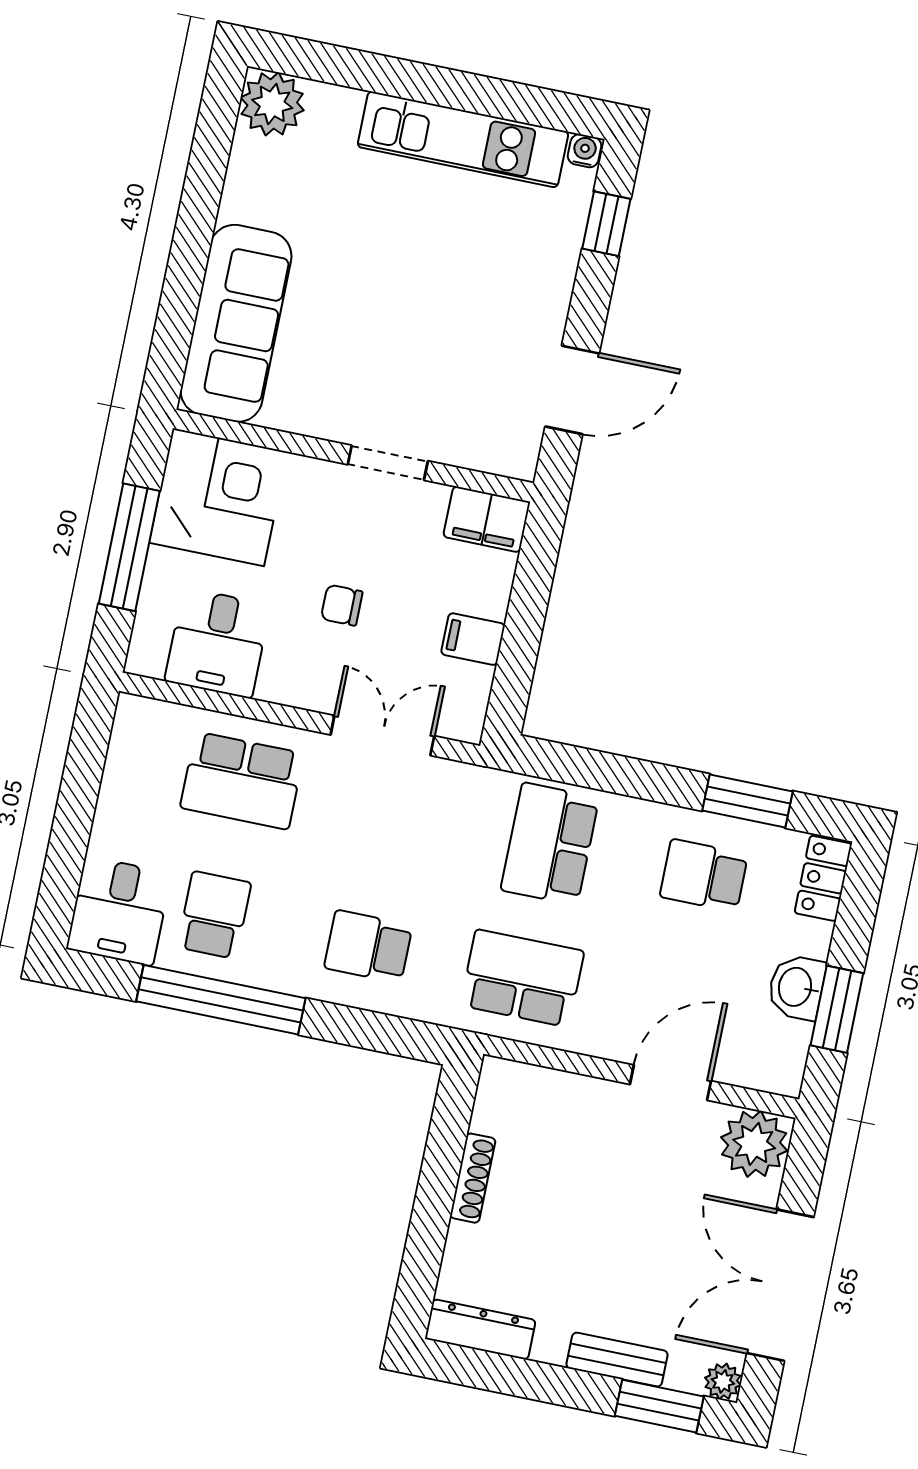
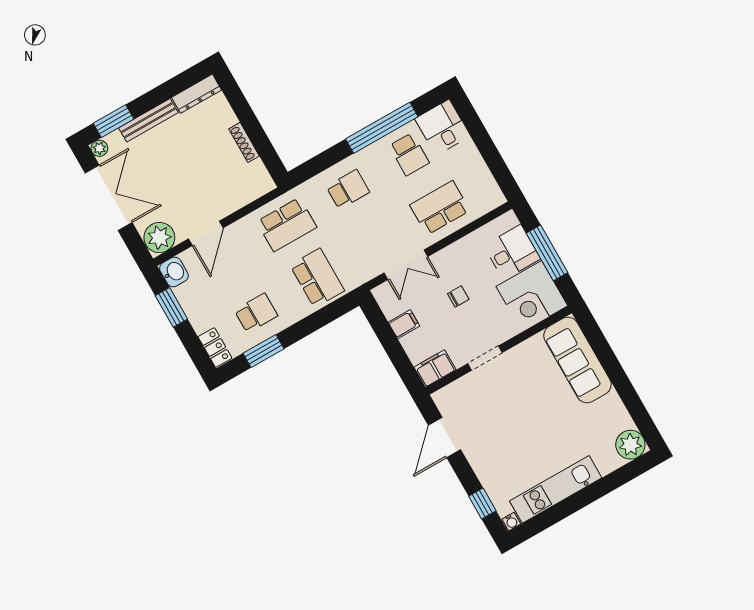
desk: (217, 643) -> (512, 252), moved, turned 90
washbasin: (796, 987) -> (174, 272), moved
bench: (617, 1360) -> (148, 120), width x1.36

